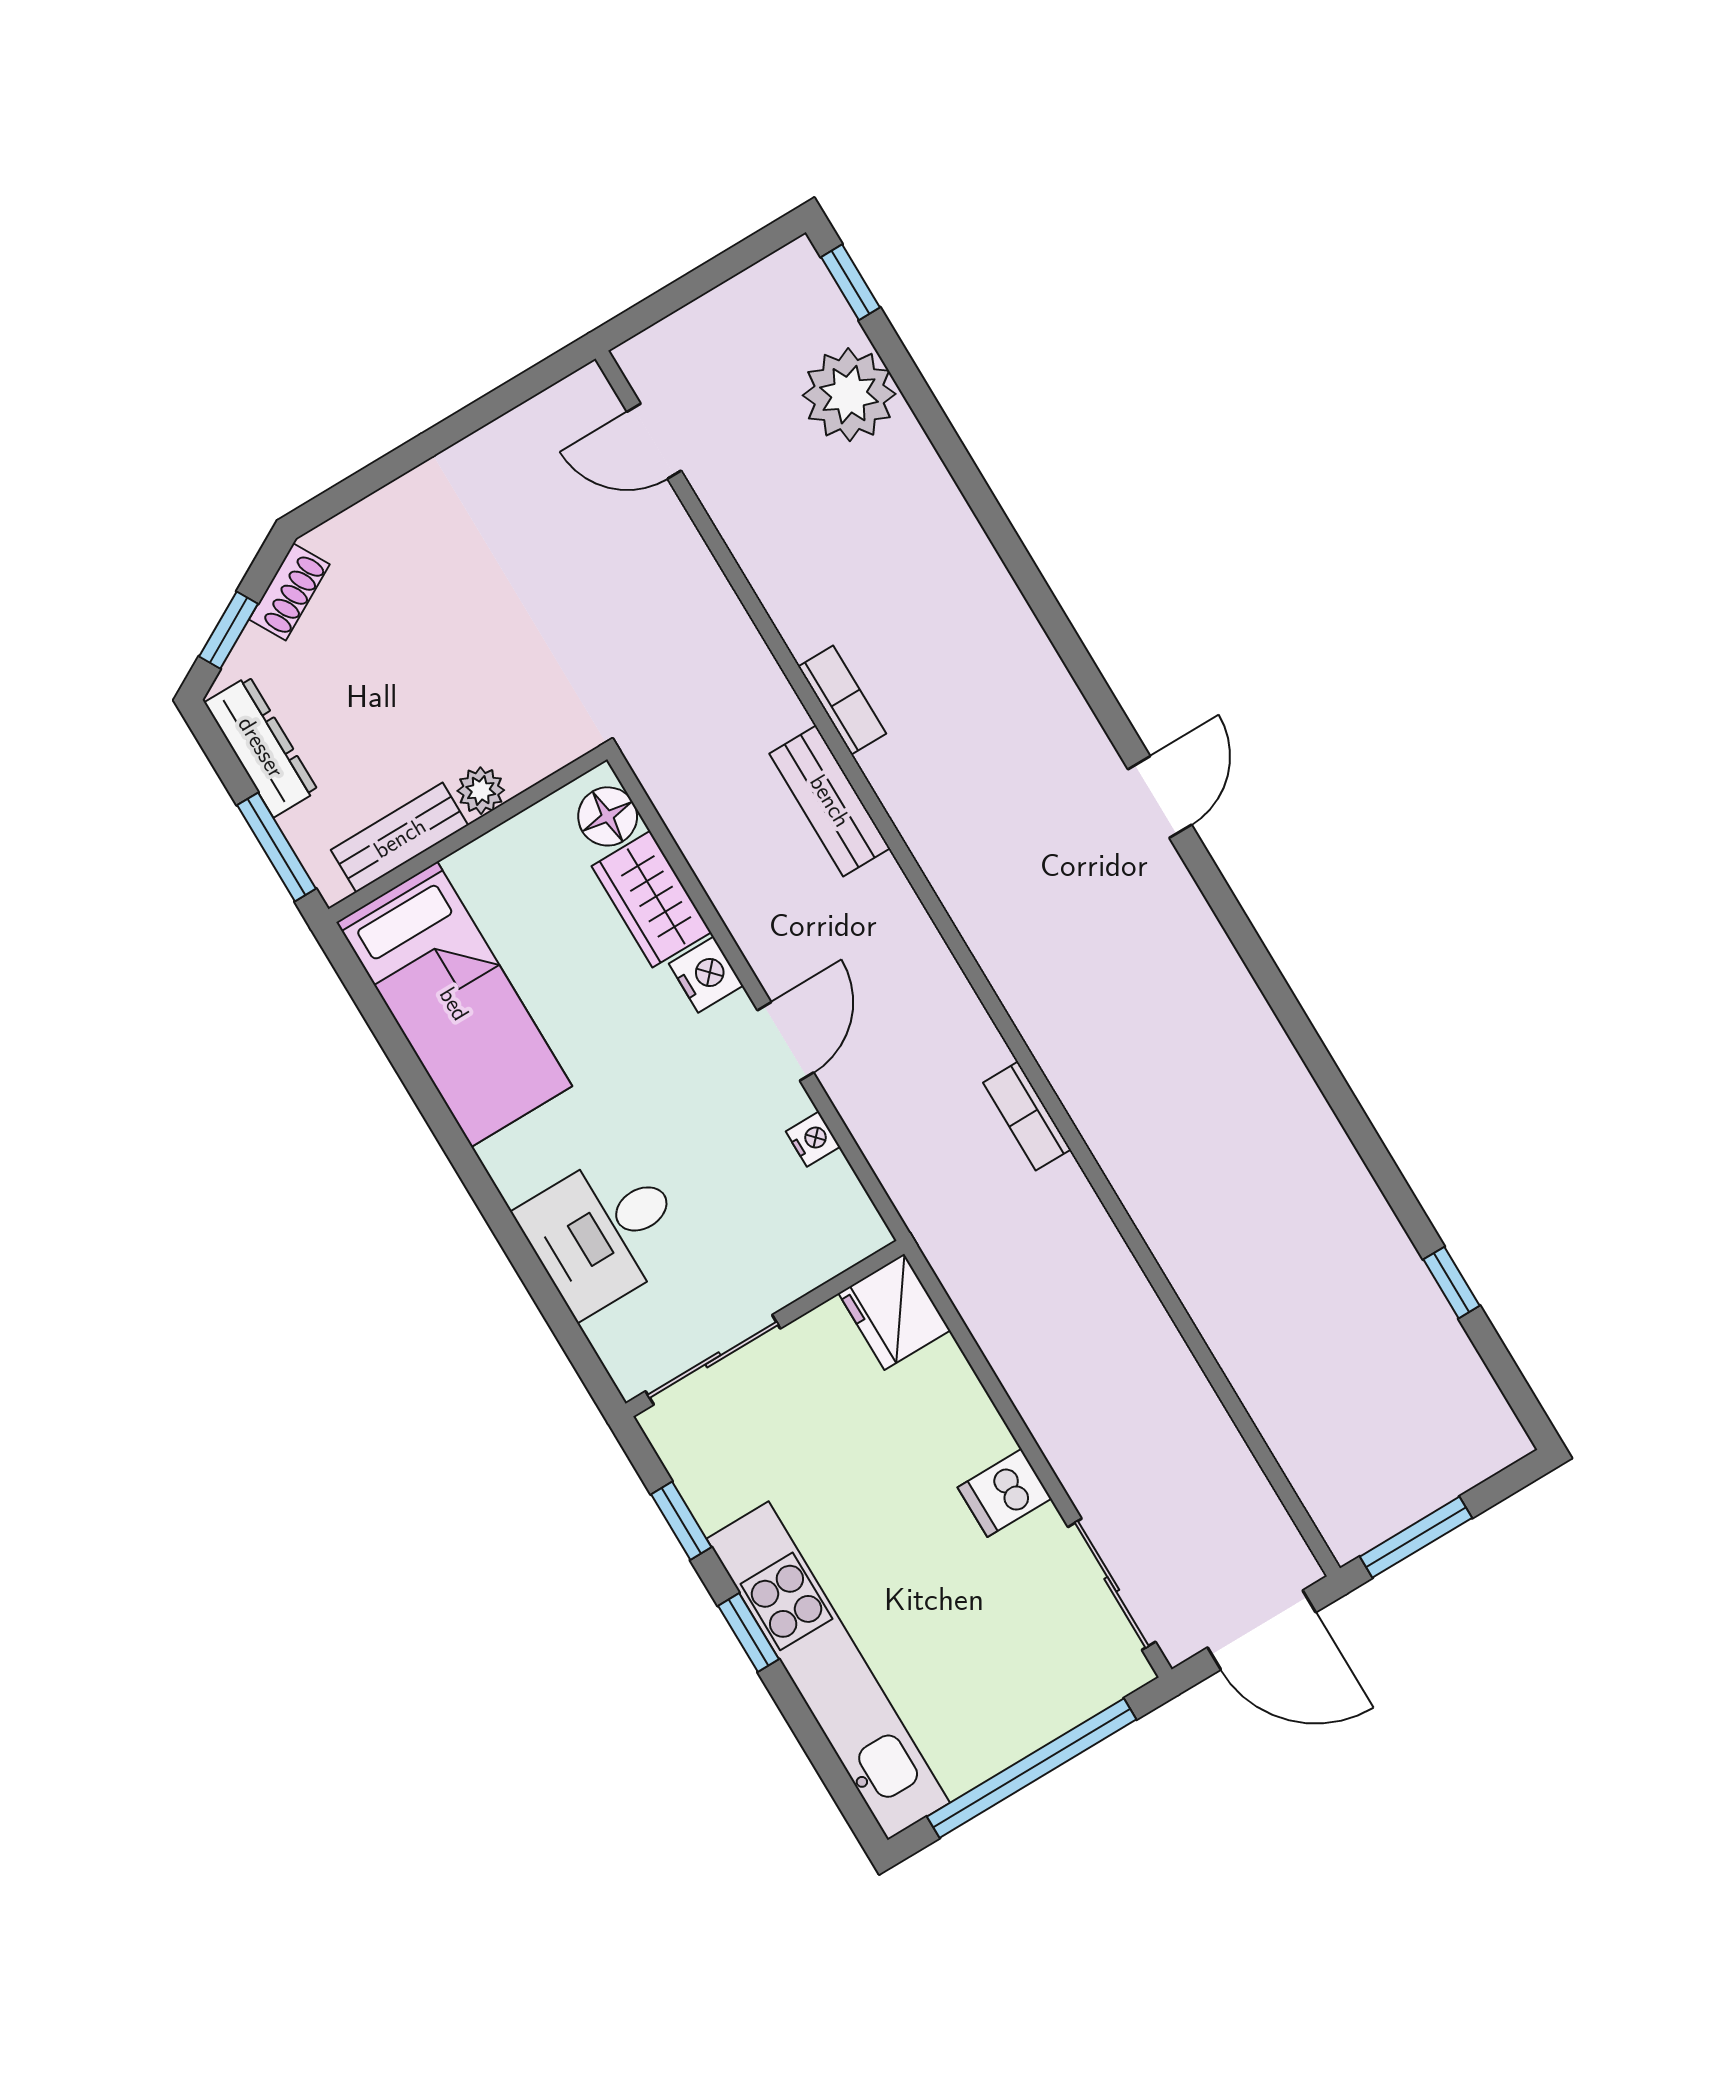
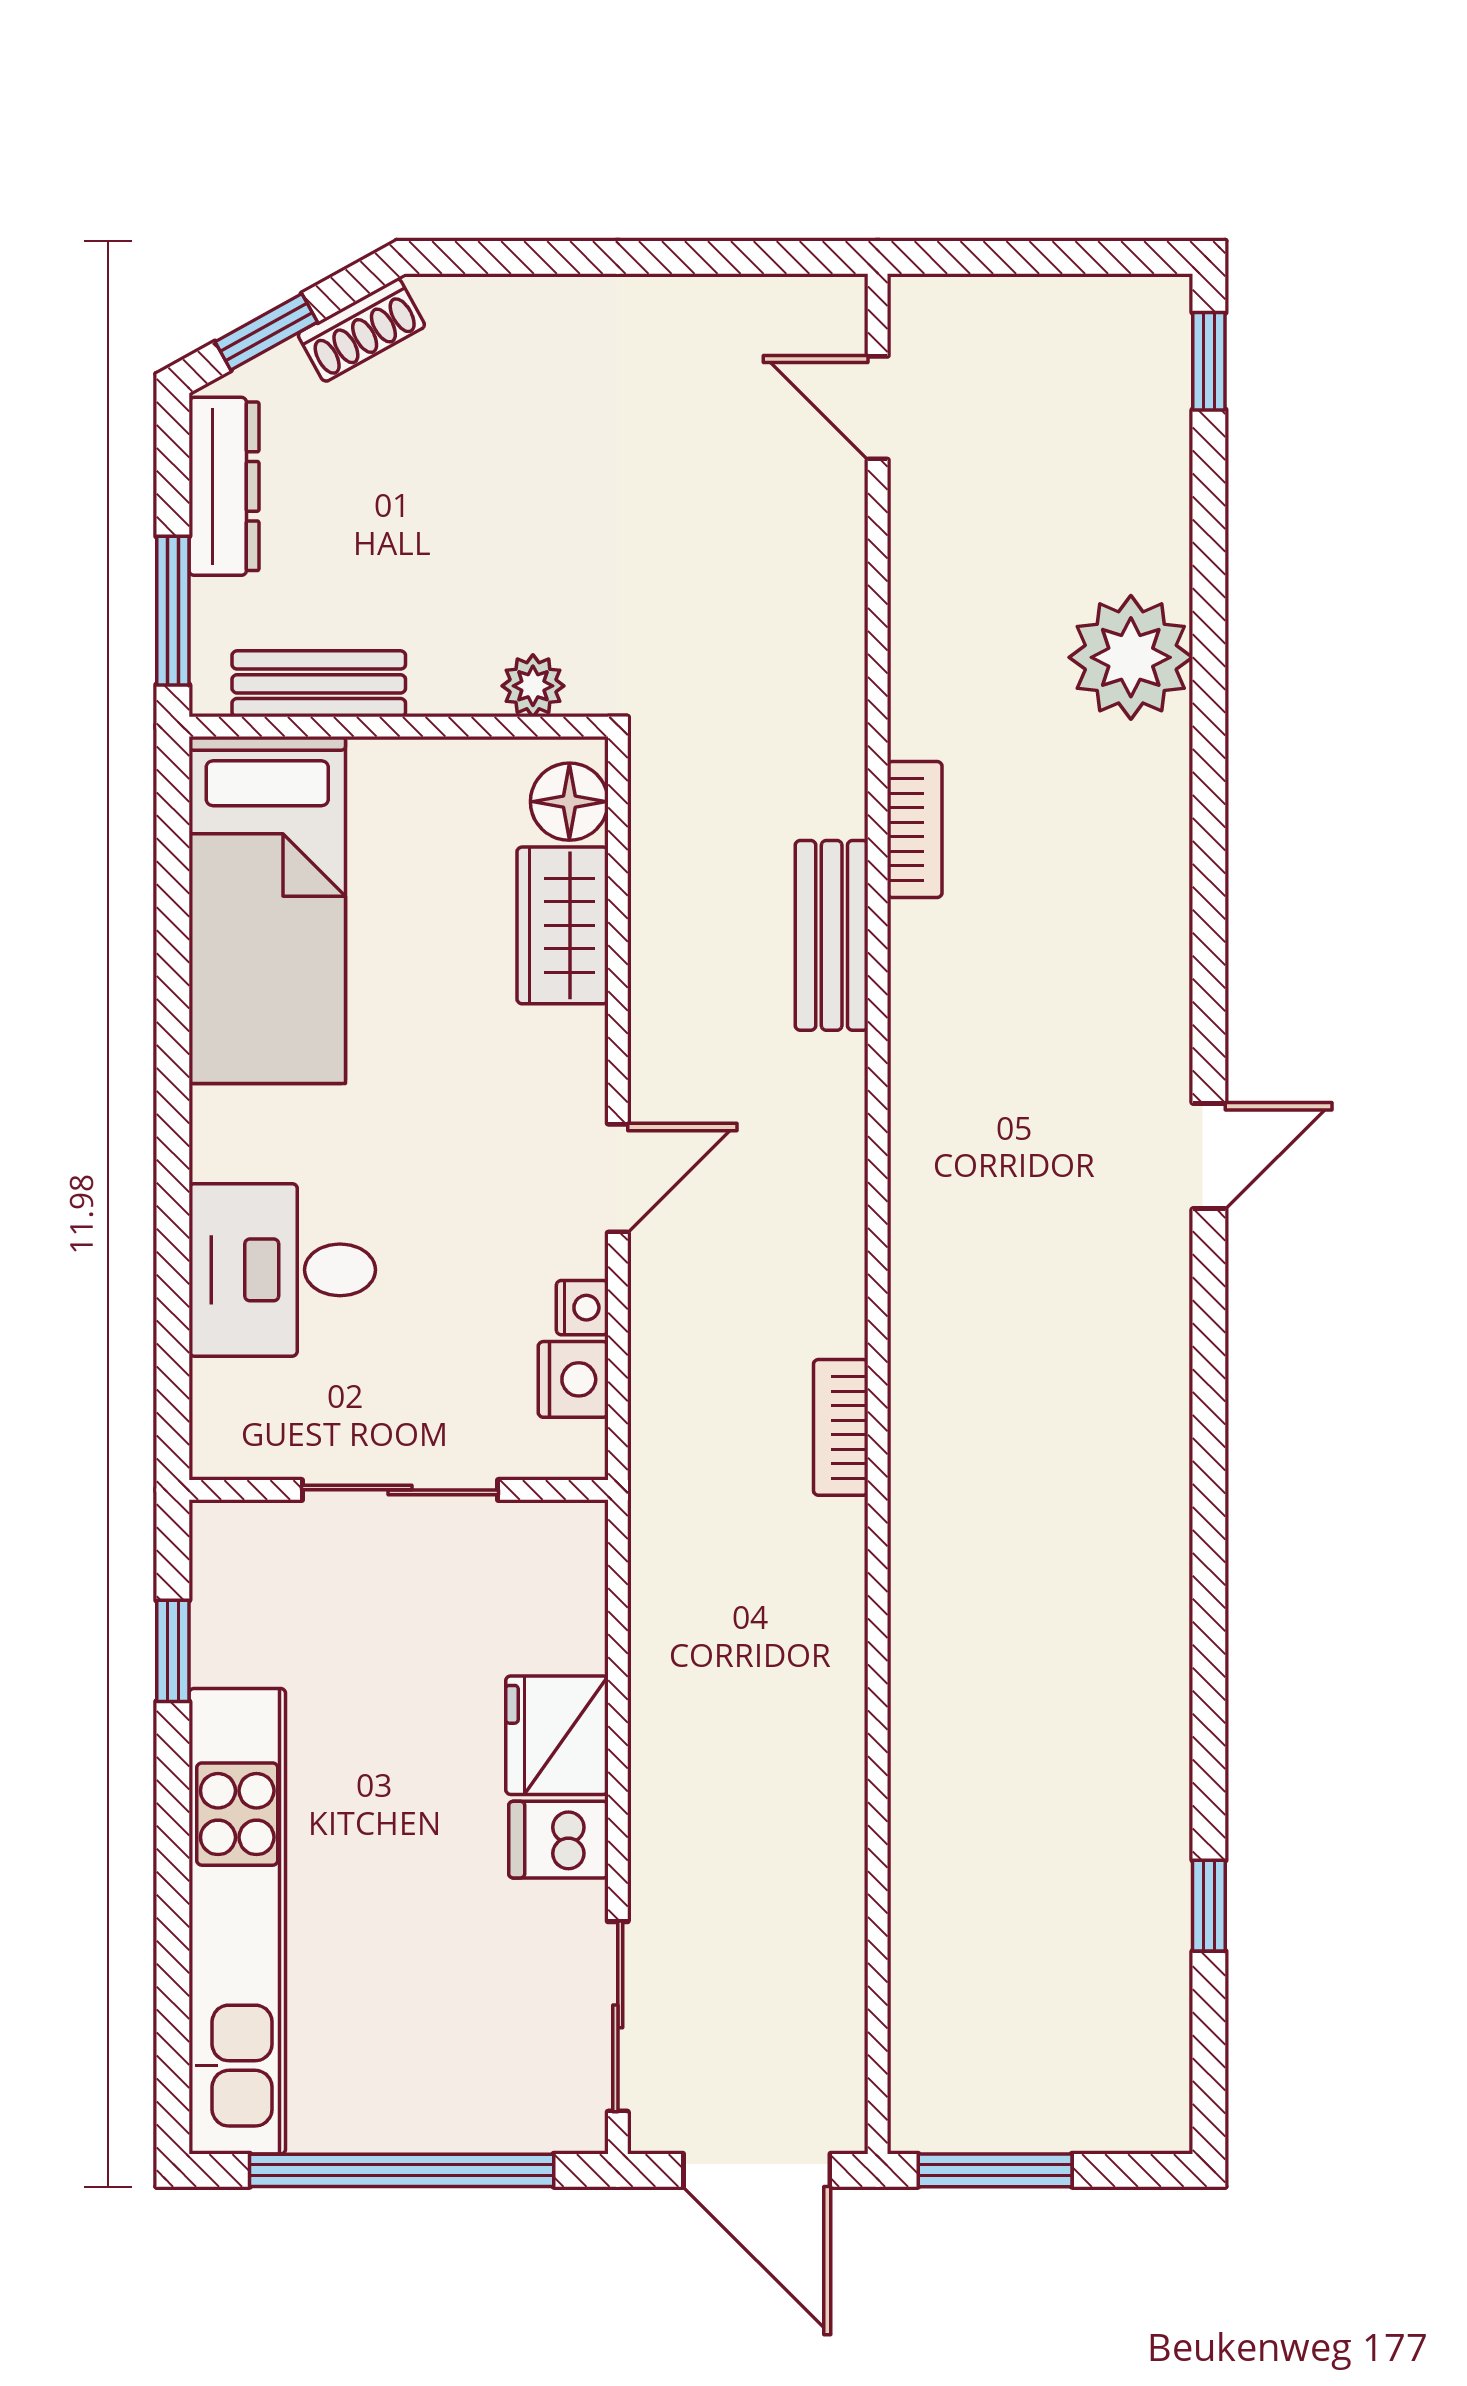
plant: (849, 395) -> (1131, 657), moved
plant: (481, 791) -> (533, 686), moved
nightstand: (706, 975) -> (573, 1379), moved
fridge: (894, 1312) -> (557, 1735), moved
sliding door: (713, 1360) -> (400, 1490), moved
window: (748, 1633) -> (173, 1823), removed

